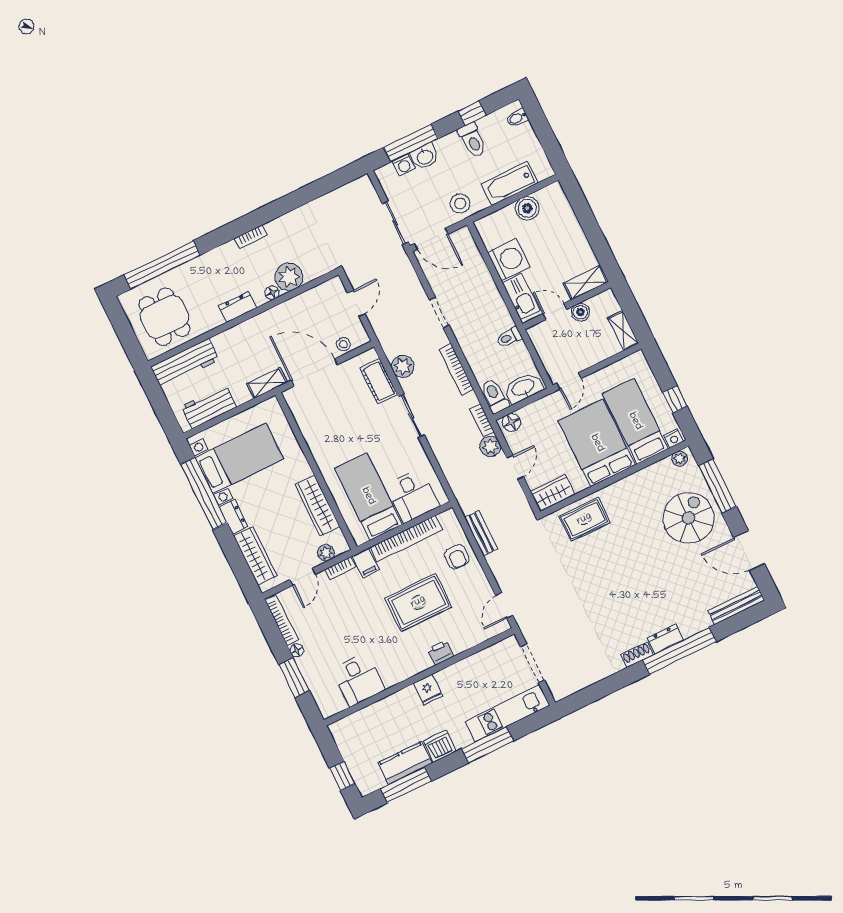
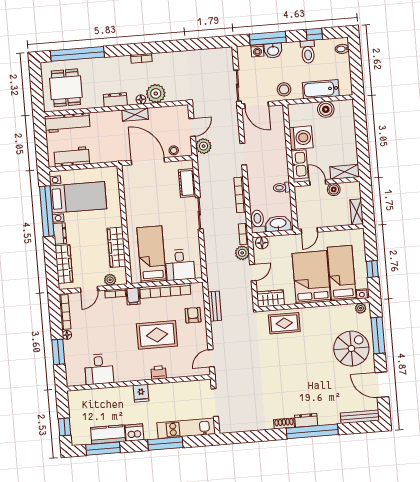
plant: (403, 366) -> (203, 146), moved
shelving: (267, 383) -> (135, 115), moved
armchair: (457, 557) -> (193, 315), turned 180

